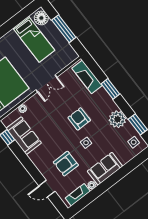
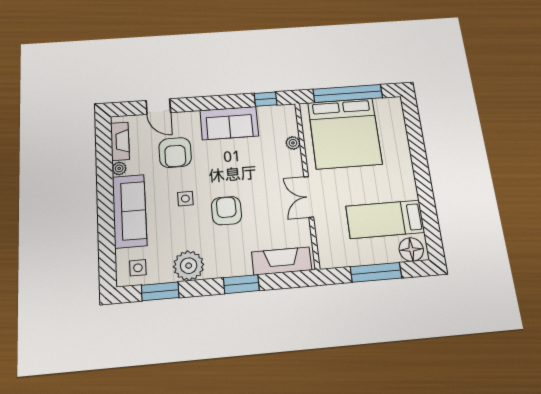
armchair: (79, 119) -> (226, 211), turned -90
sofa: (24, 136) -> (229, 123), moved
armchair: (66, 164) -> (175, 153), turned 180
sofa: (105, 169) -> (129, 211), width x1.36
door: (47, 189) -> (158, 107), swing flipped

